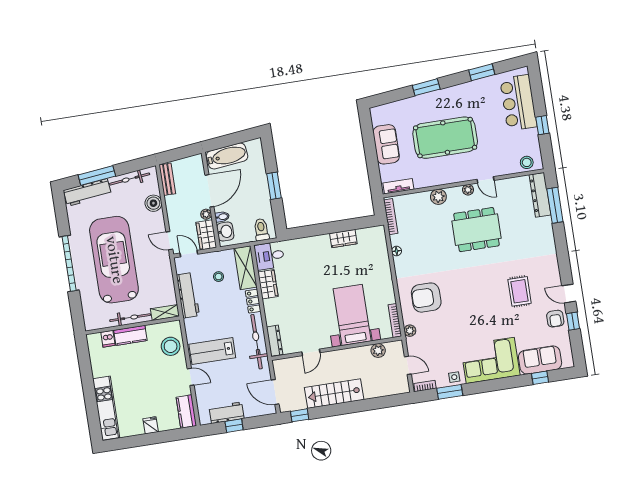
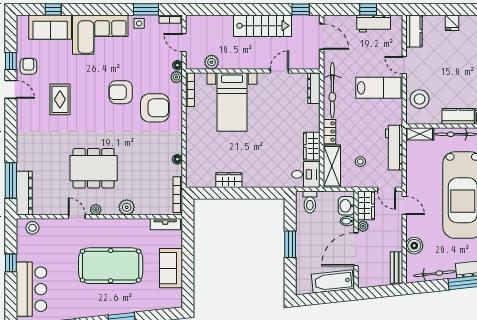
armchair: (462, 308) -> (121, 92), added
floor lamp: (411, 342) -> (177, 65), added

